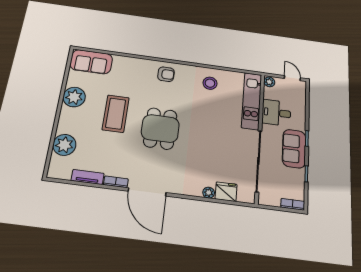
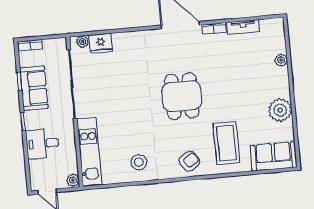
armchair: (166, 74) -> (189, 161), turned 148
desk: (276, 113) -> (42, 144), moved, turned 180
coffee table: (116, 114) -> (226, 143), moved
plant: (64, 145) -> (281, 60), width x0.53, depth x0.53
sofa: (294, 149) -> (34, 88), moved
plant: (209, 193) -> (82, 41), moved

